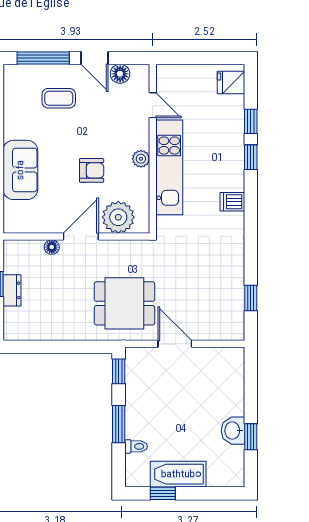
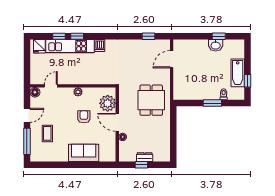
floor lamp: (120, 74) -> (35, 92), moved
kitchen unit: (169, 167) -> (70, 46), moved, turned 180
door: (175, 344) -> (172, 59), moved
window: (119, 371) -> (186, 103), removed

